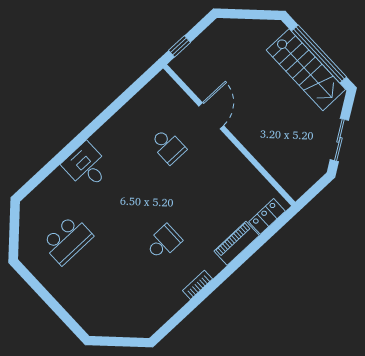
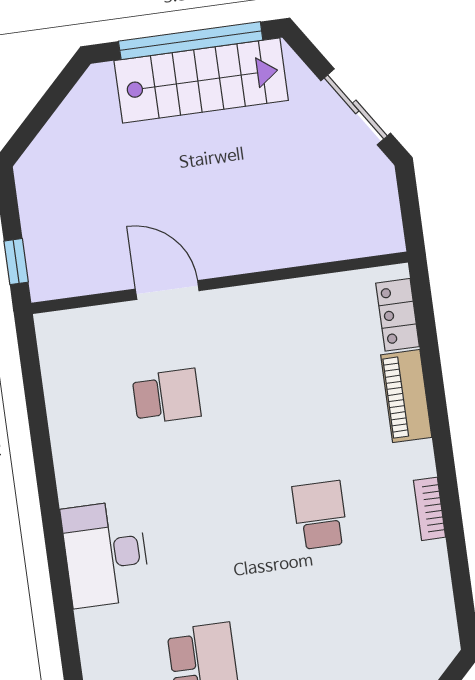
desk: (86, 166) -> (105, 554), width x1.37

